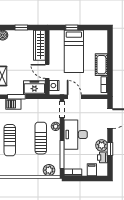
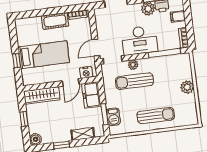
sun lounger: (41, 138) -> (134, 81), moved
plant: (49, 170) -> (187, 87), moved

